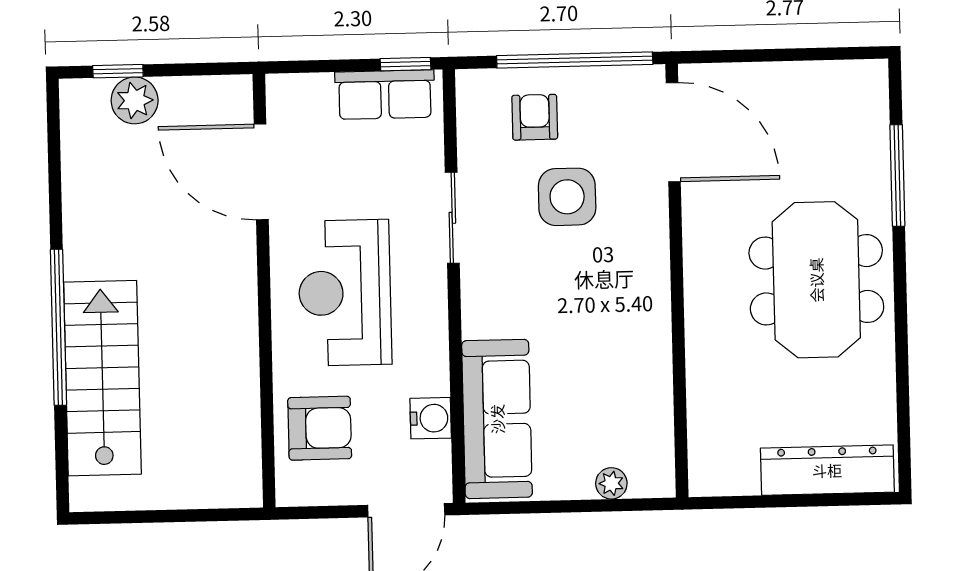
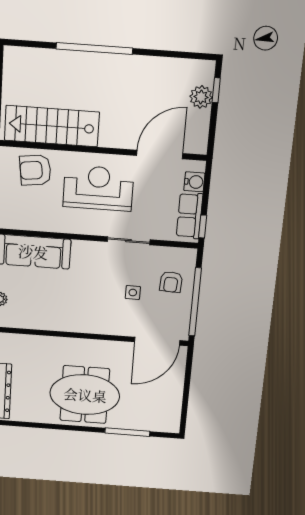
armchair: (535, 117) -> (171, 282), turned 93
side table: (567, 197) -> (133, 293), width x0.54, depth x0.54
stairs: (102, 378) -> (52, 126), moved, turned 180
water cooler: (431, 418) -> (194, 182), moved, turned -90
armchair: (320, 428) -> (35, 170), turned 83

